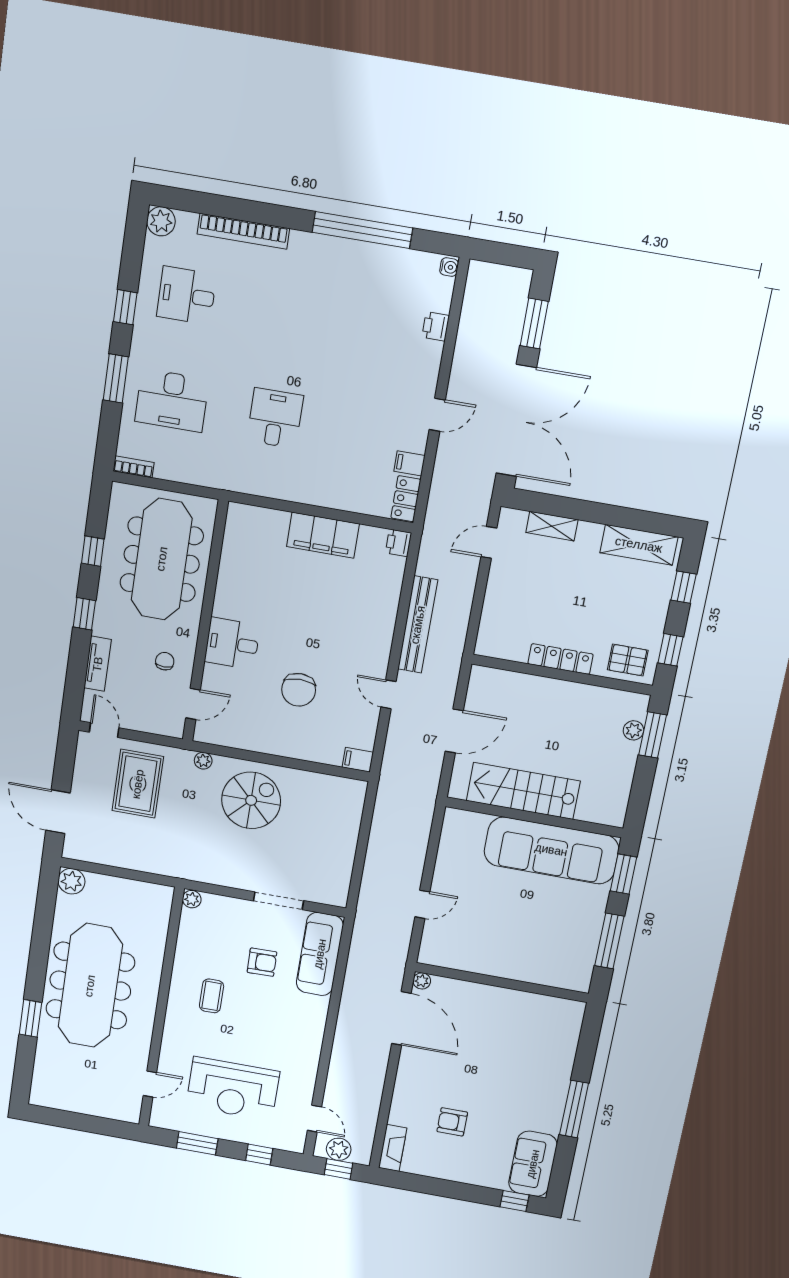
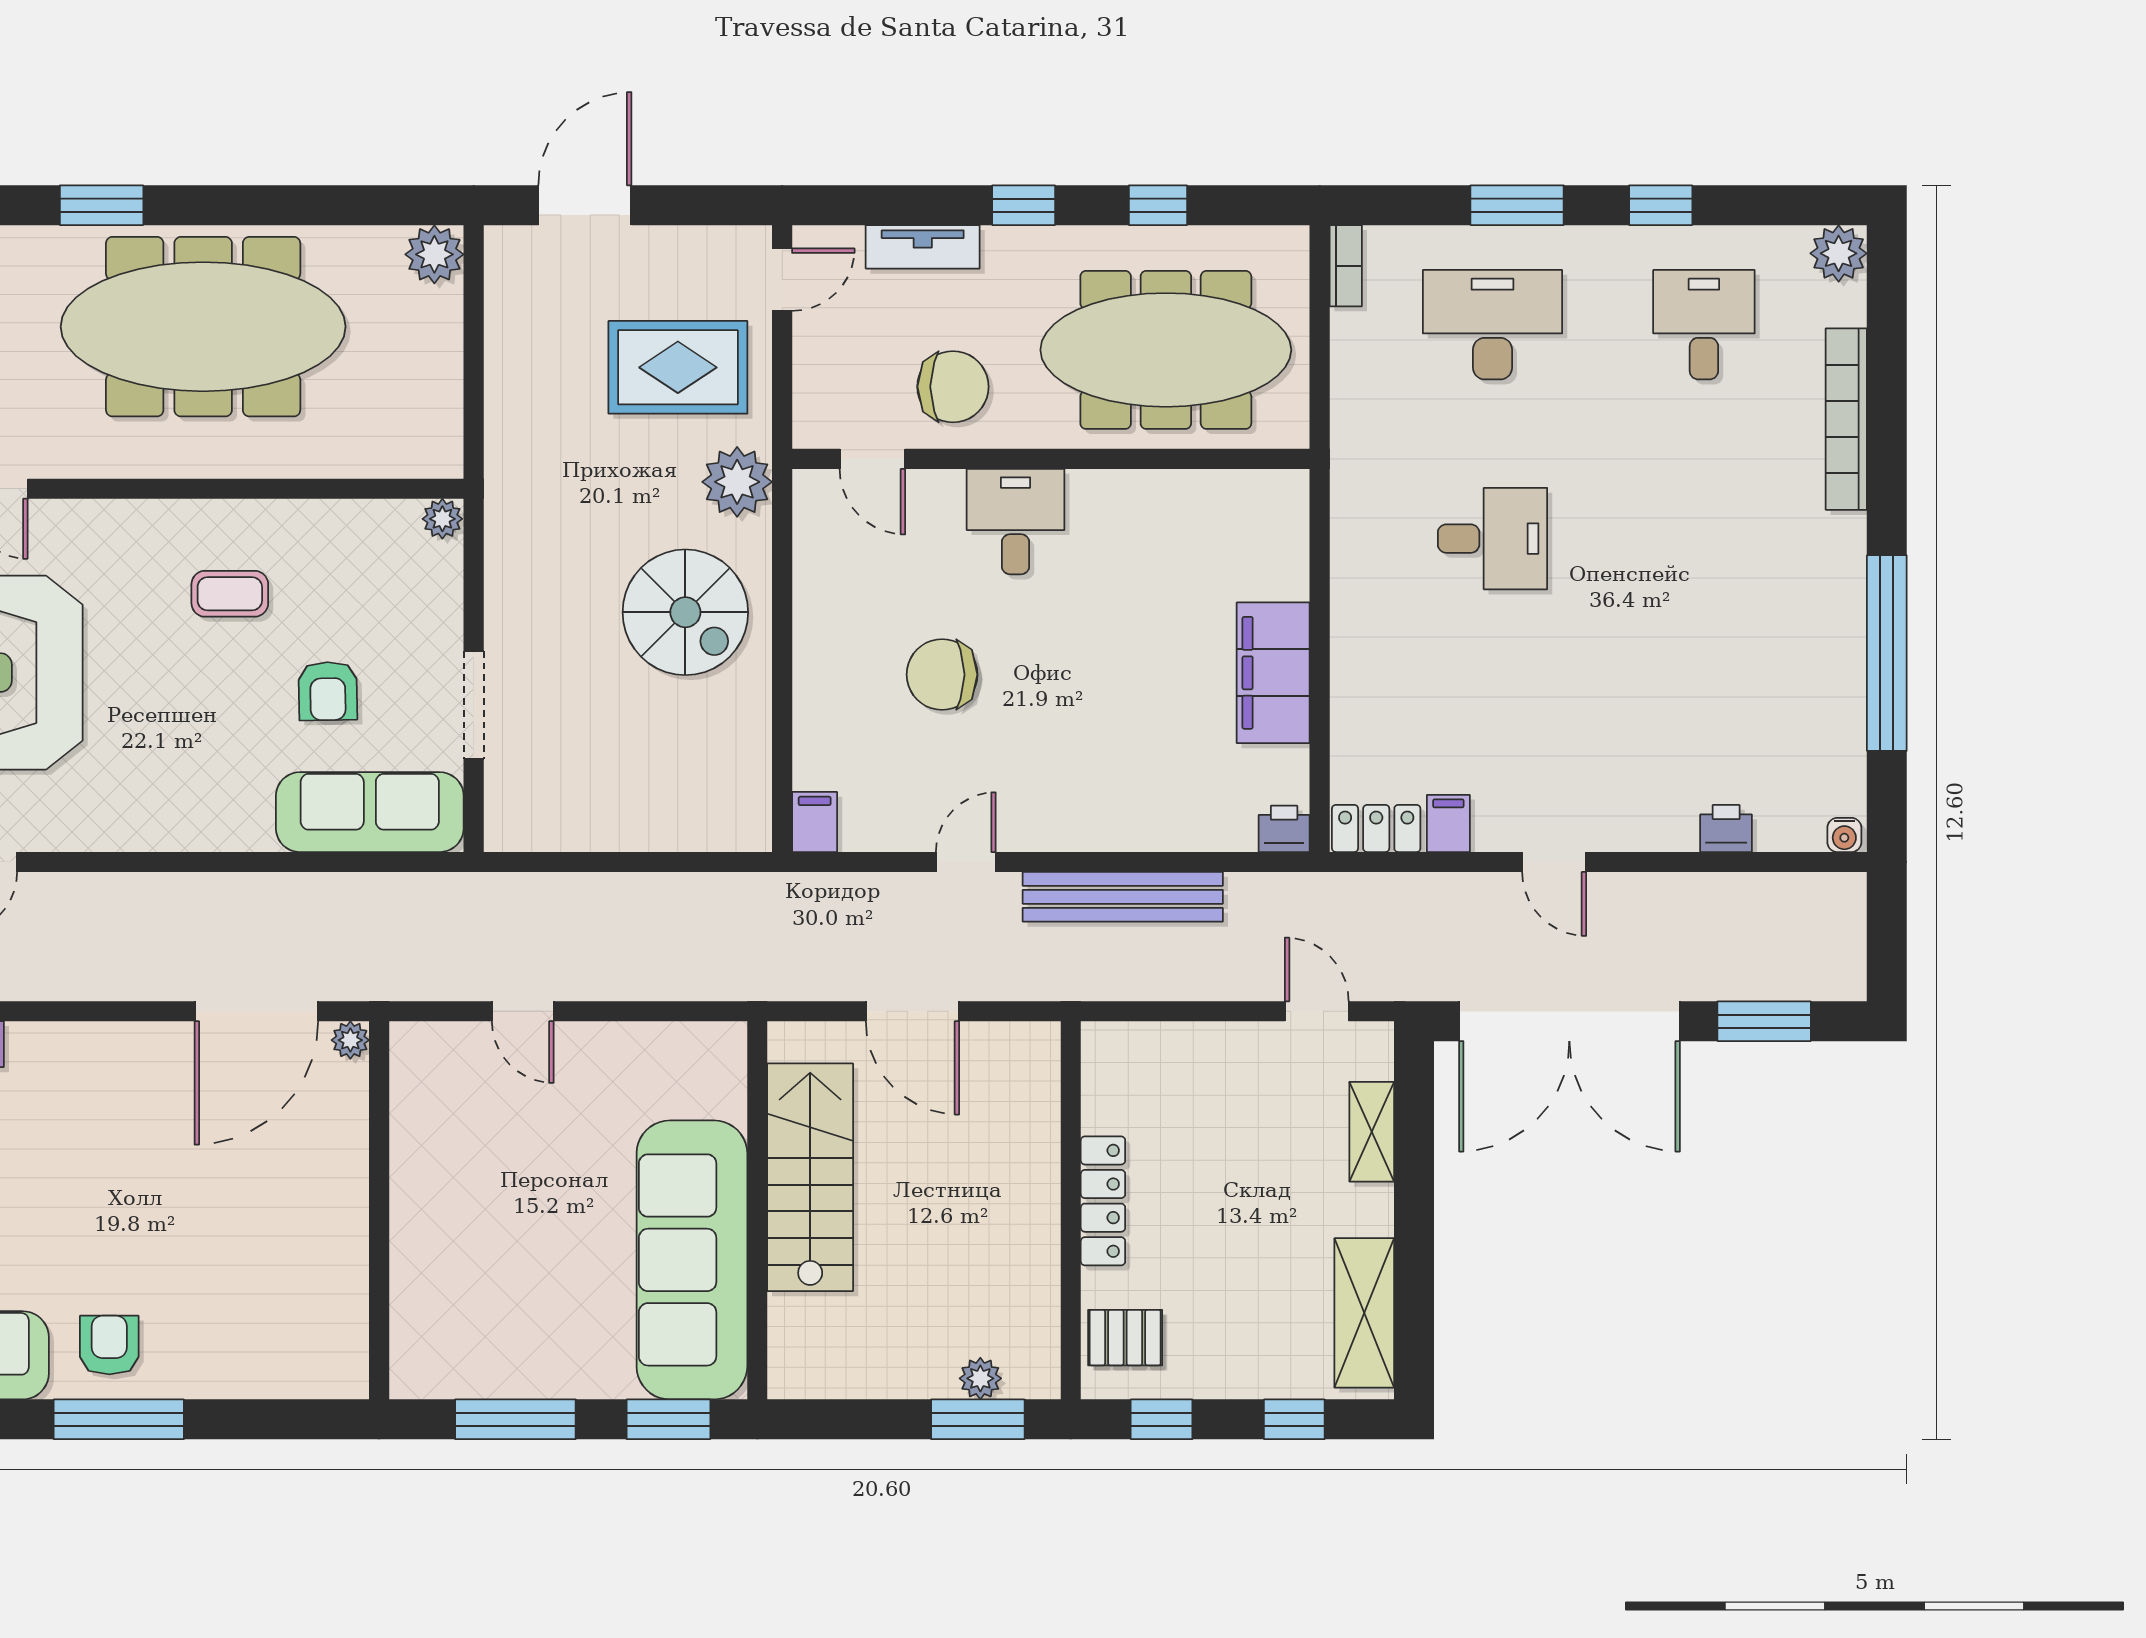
desk: (172, 400) -> (1492, 325), turned 90
pallet: (628, 660) -> (1125, 1338), turned 90
chair: (165, 661) -> (953, 387), width x1.87, depth x1.87
plant: (203, 761) -> (737, 482), width x1.88, depth x1.88
armchair: (452, 1122) -> (109, 1345), moved

